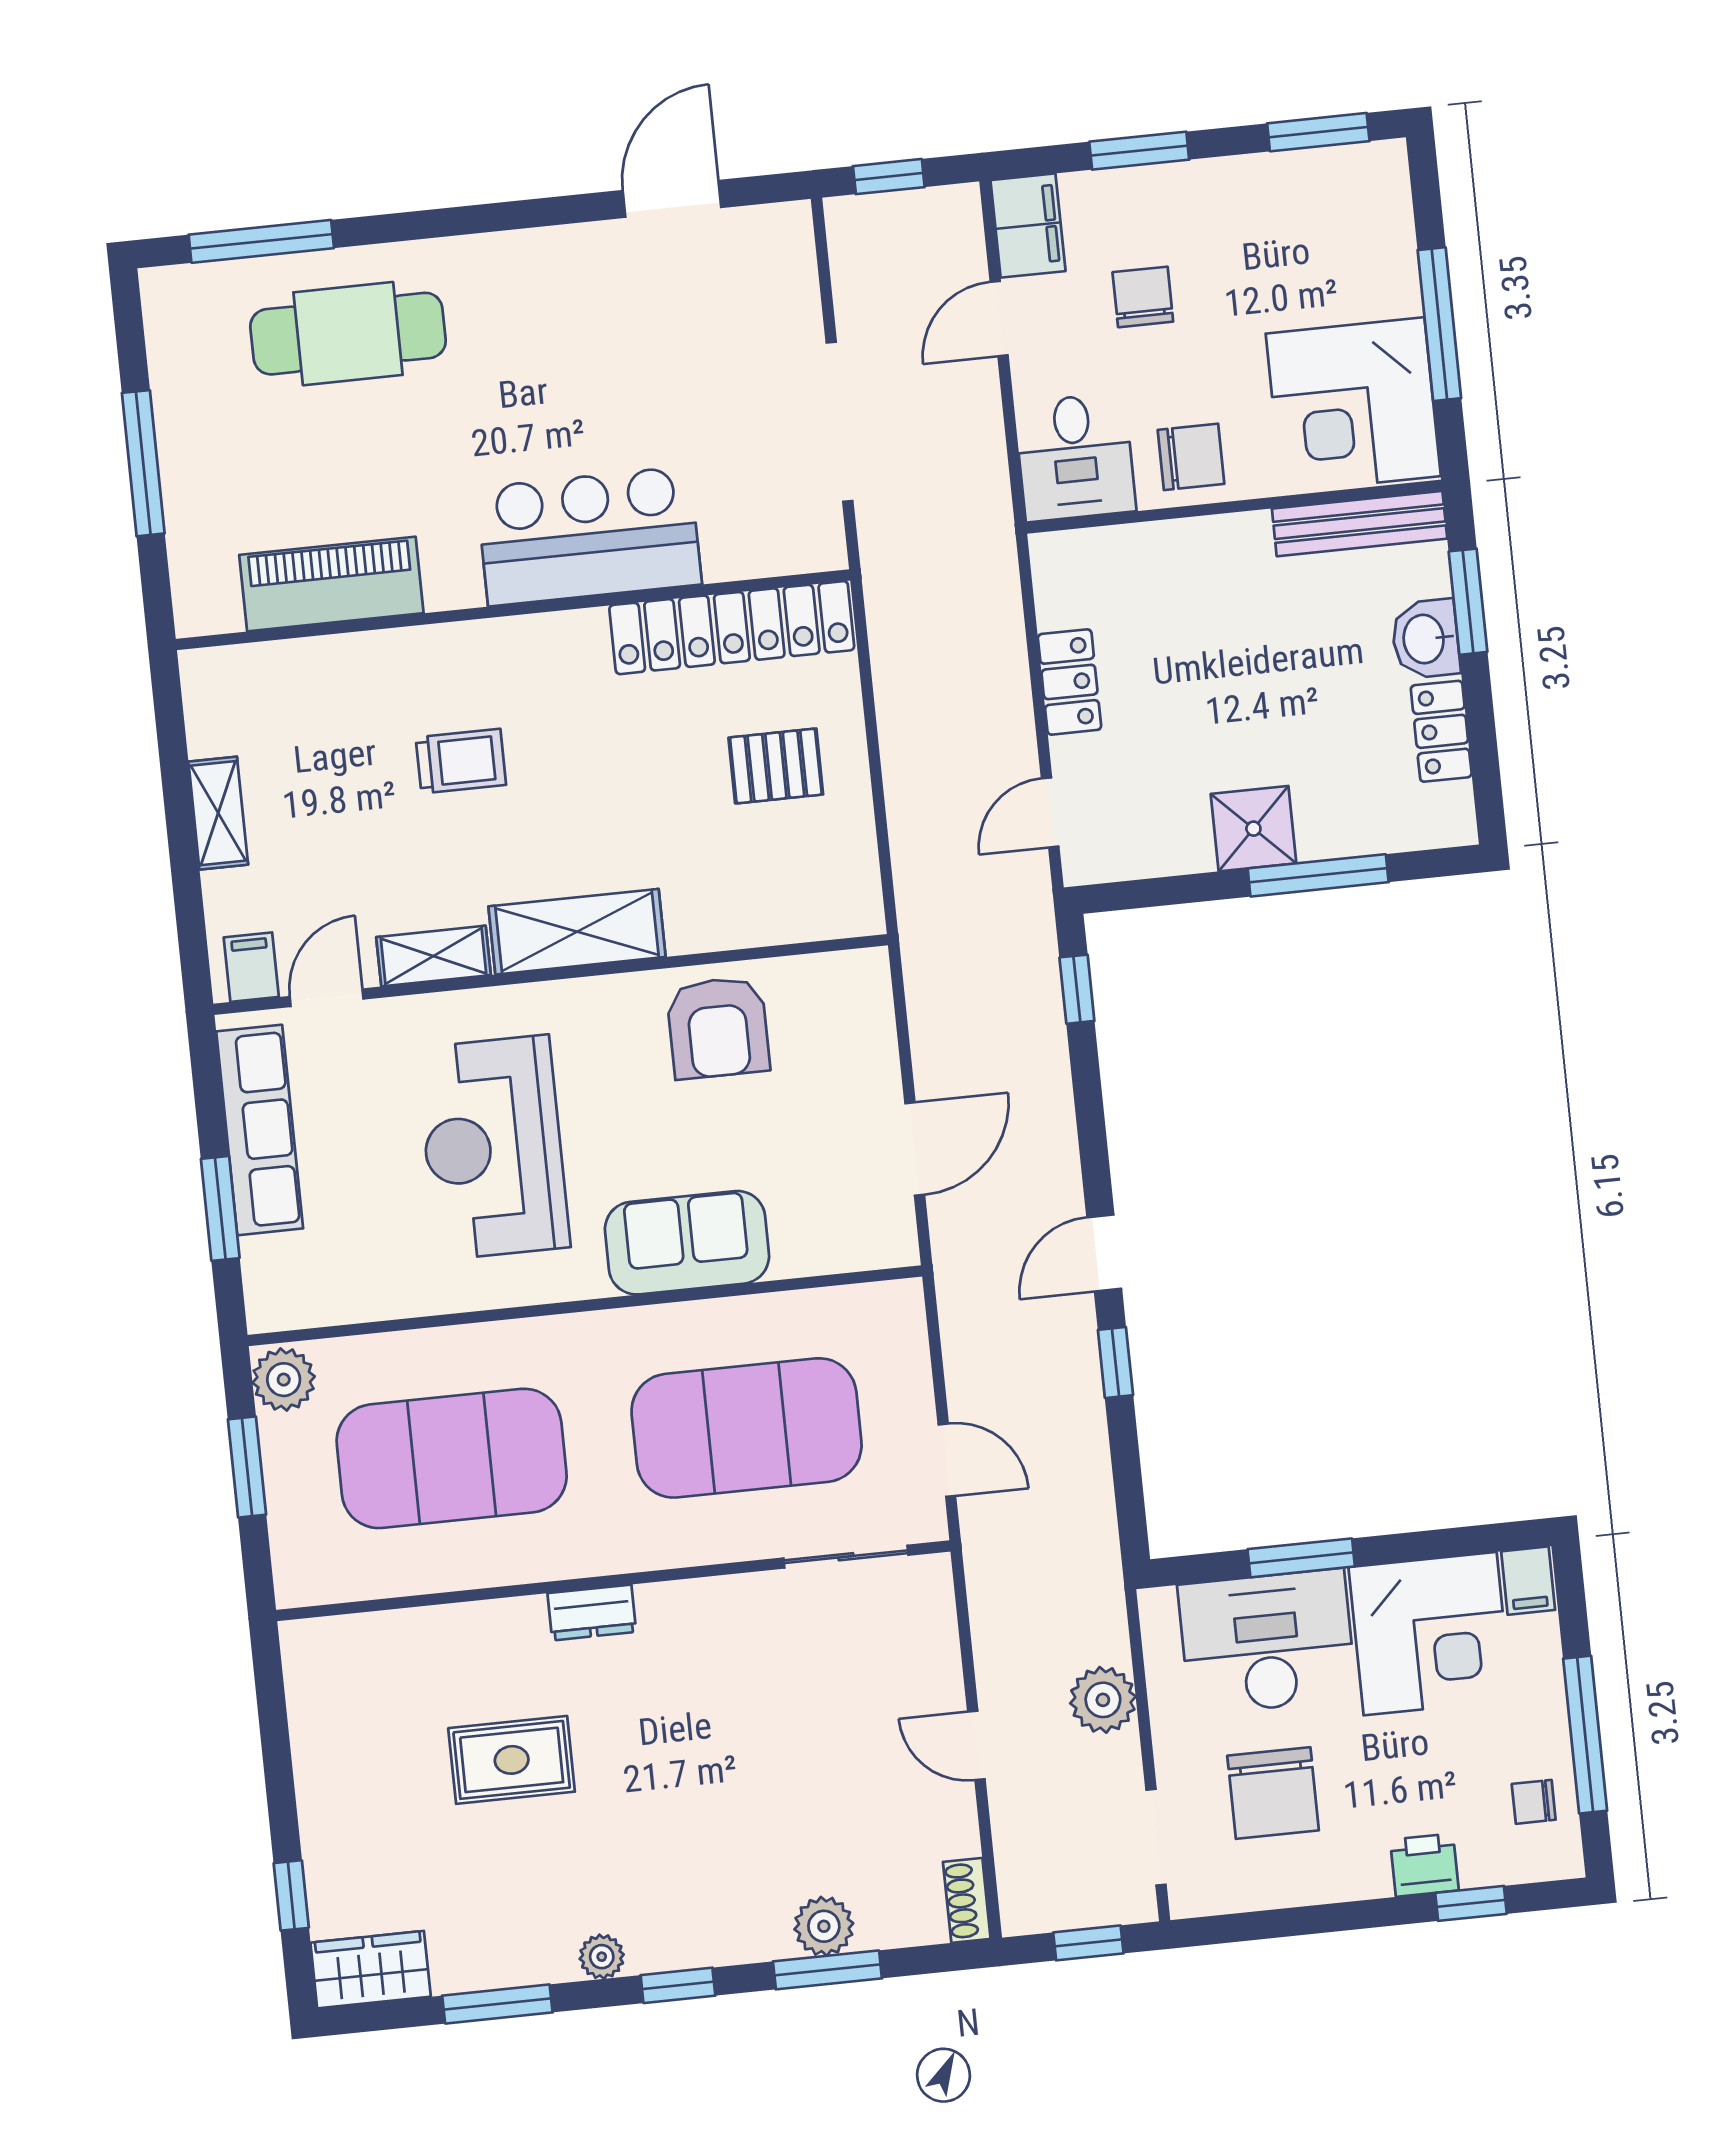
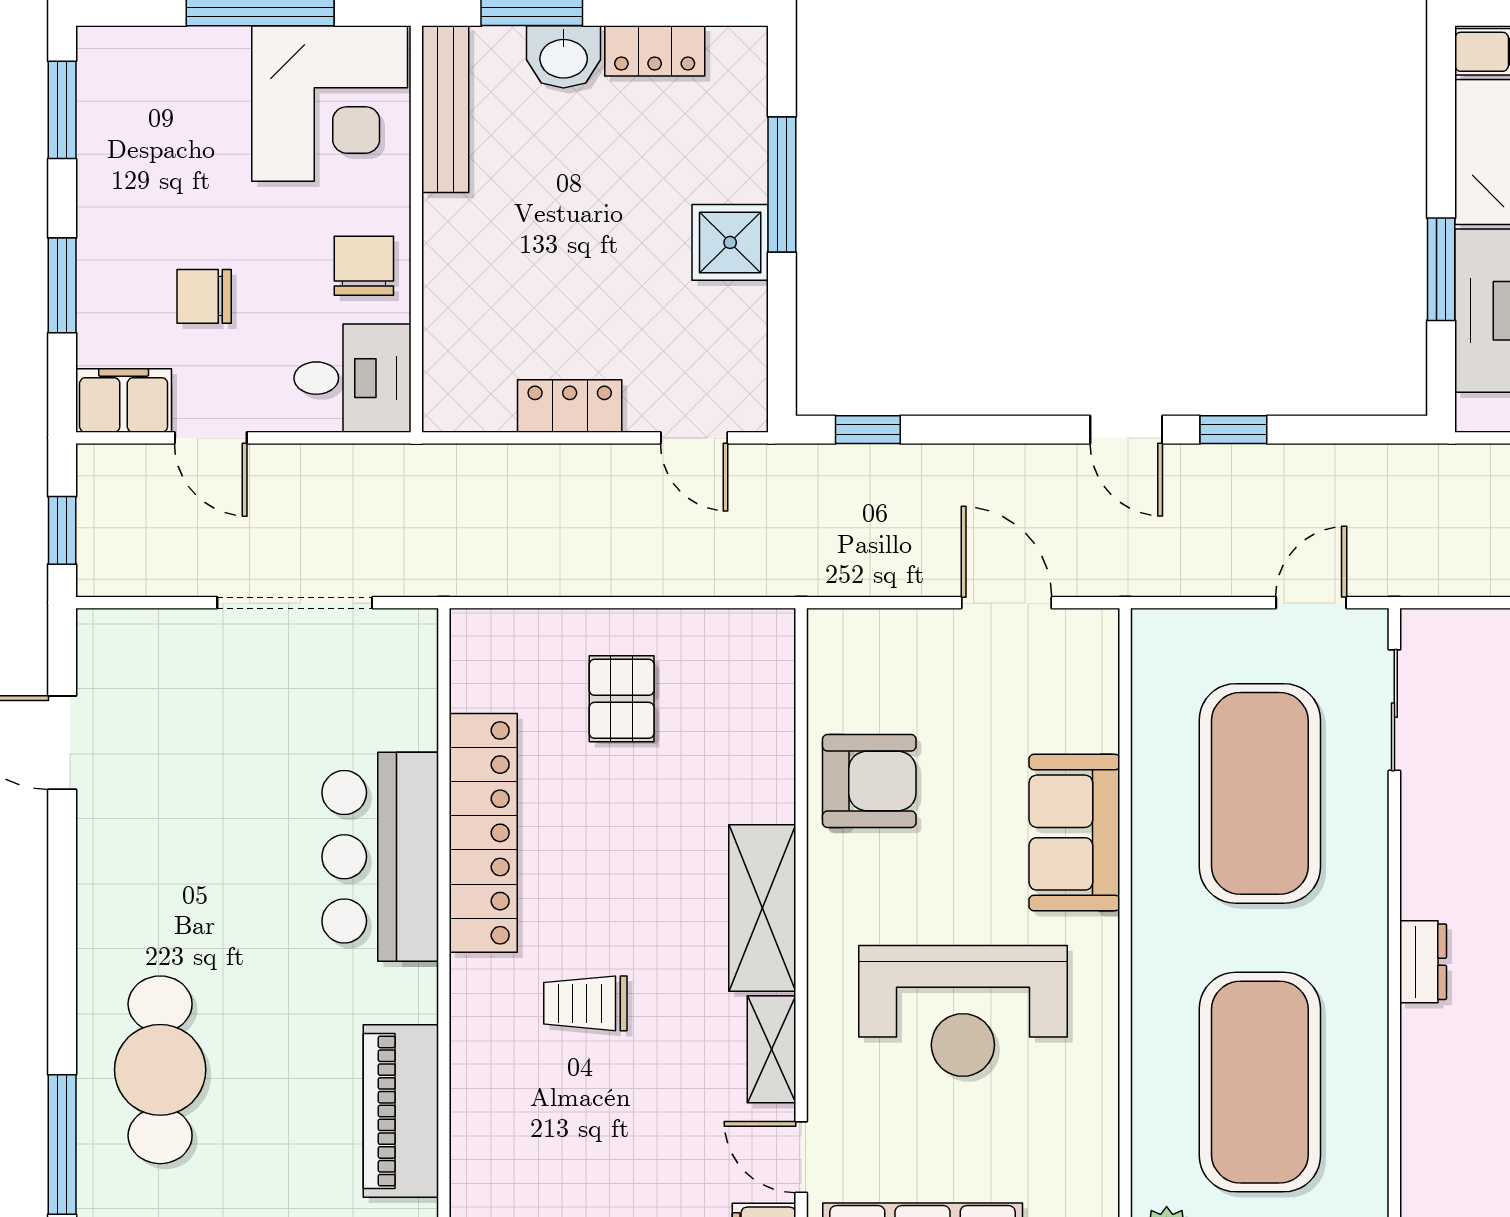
locker: (732, 628) -> (483, 833), moved
trolley: (461, 761) -> (585, 1003), turned -90

